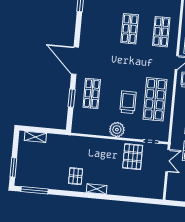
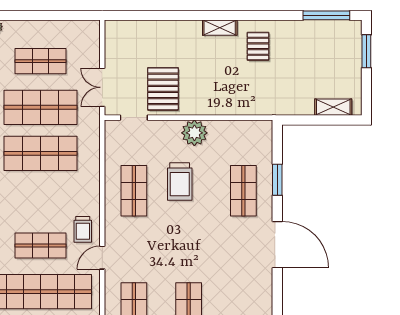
shop shelf: (155, 99) -> (134, 191), width x0.70, depth x0.74

